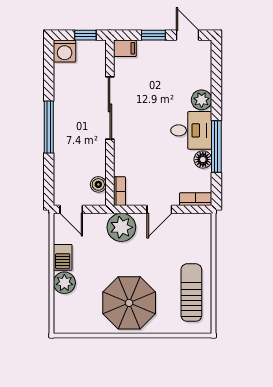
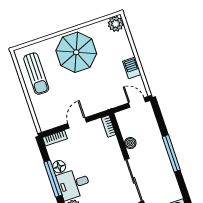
boiler: (98, 184) -> (130, 143), moved
plant: (121, 227) -> (99, 102), removed
plant: (64, 283) -> (116, 24), moved

